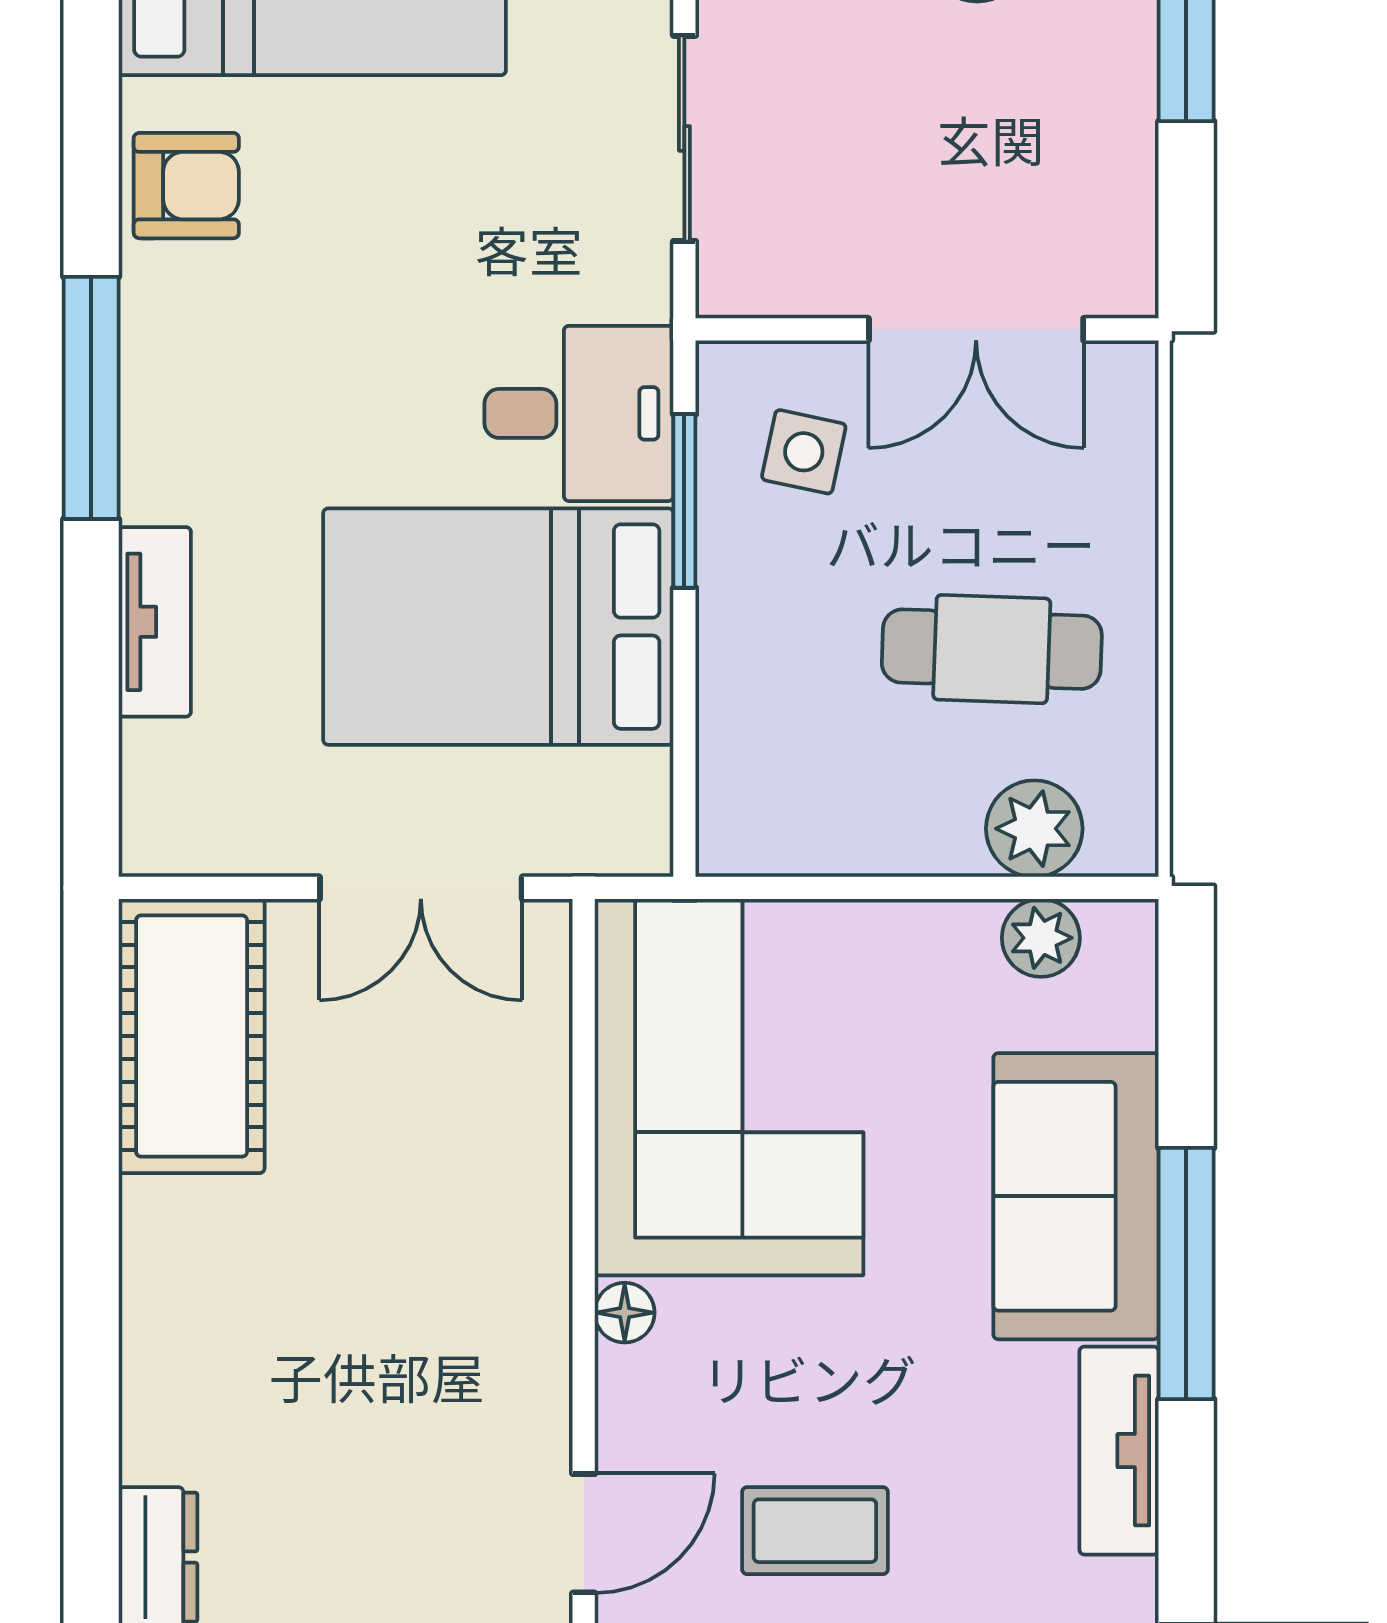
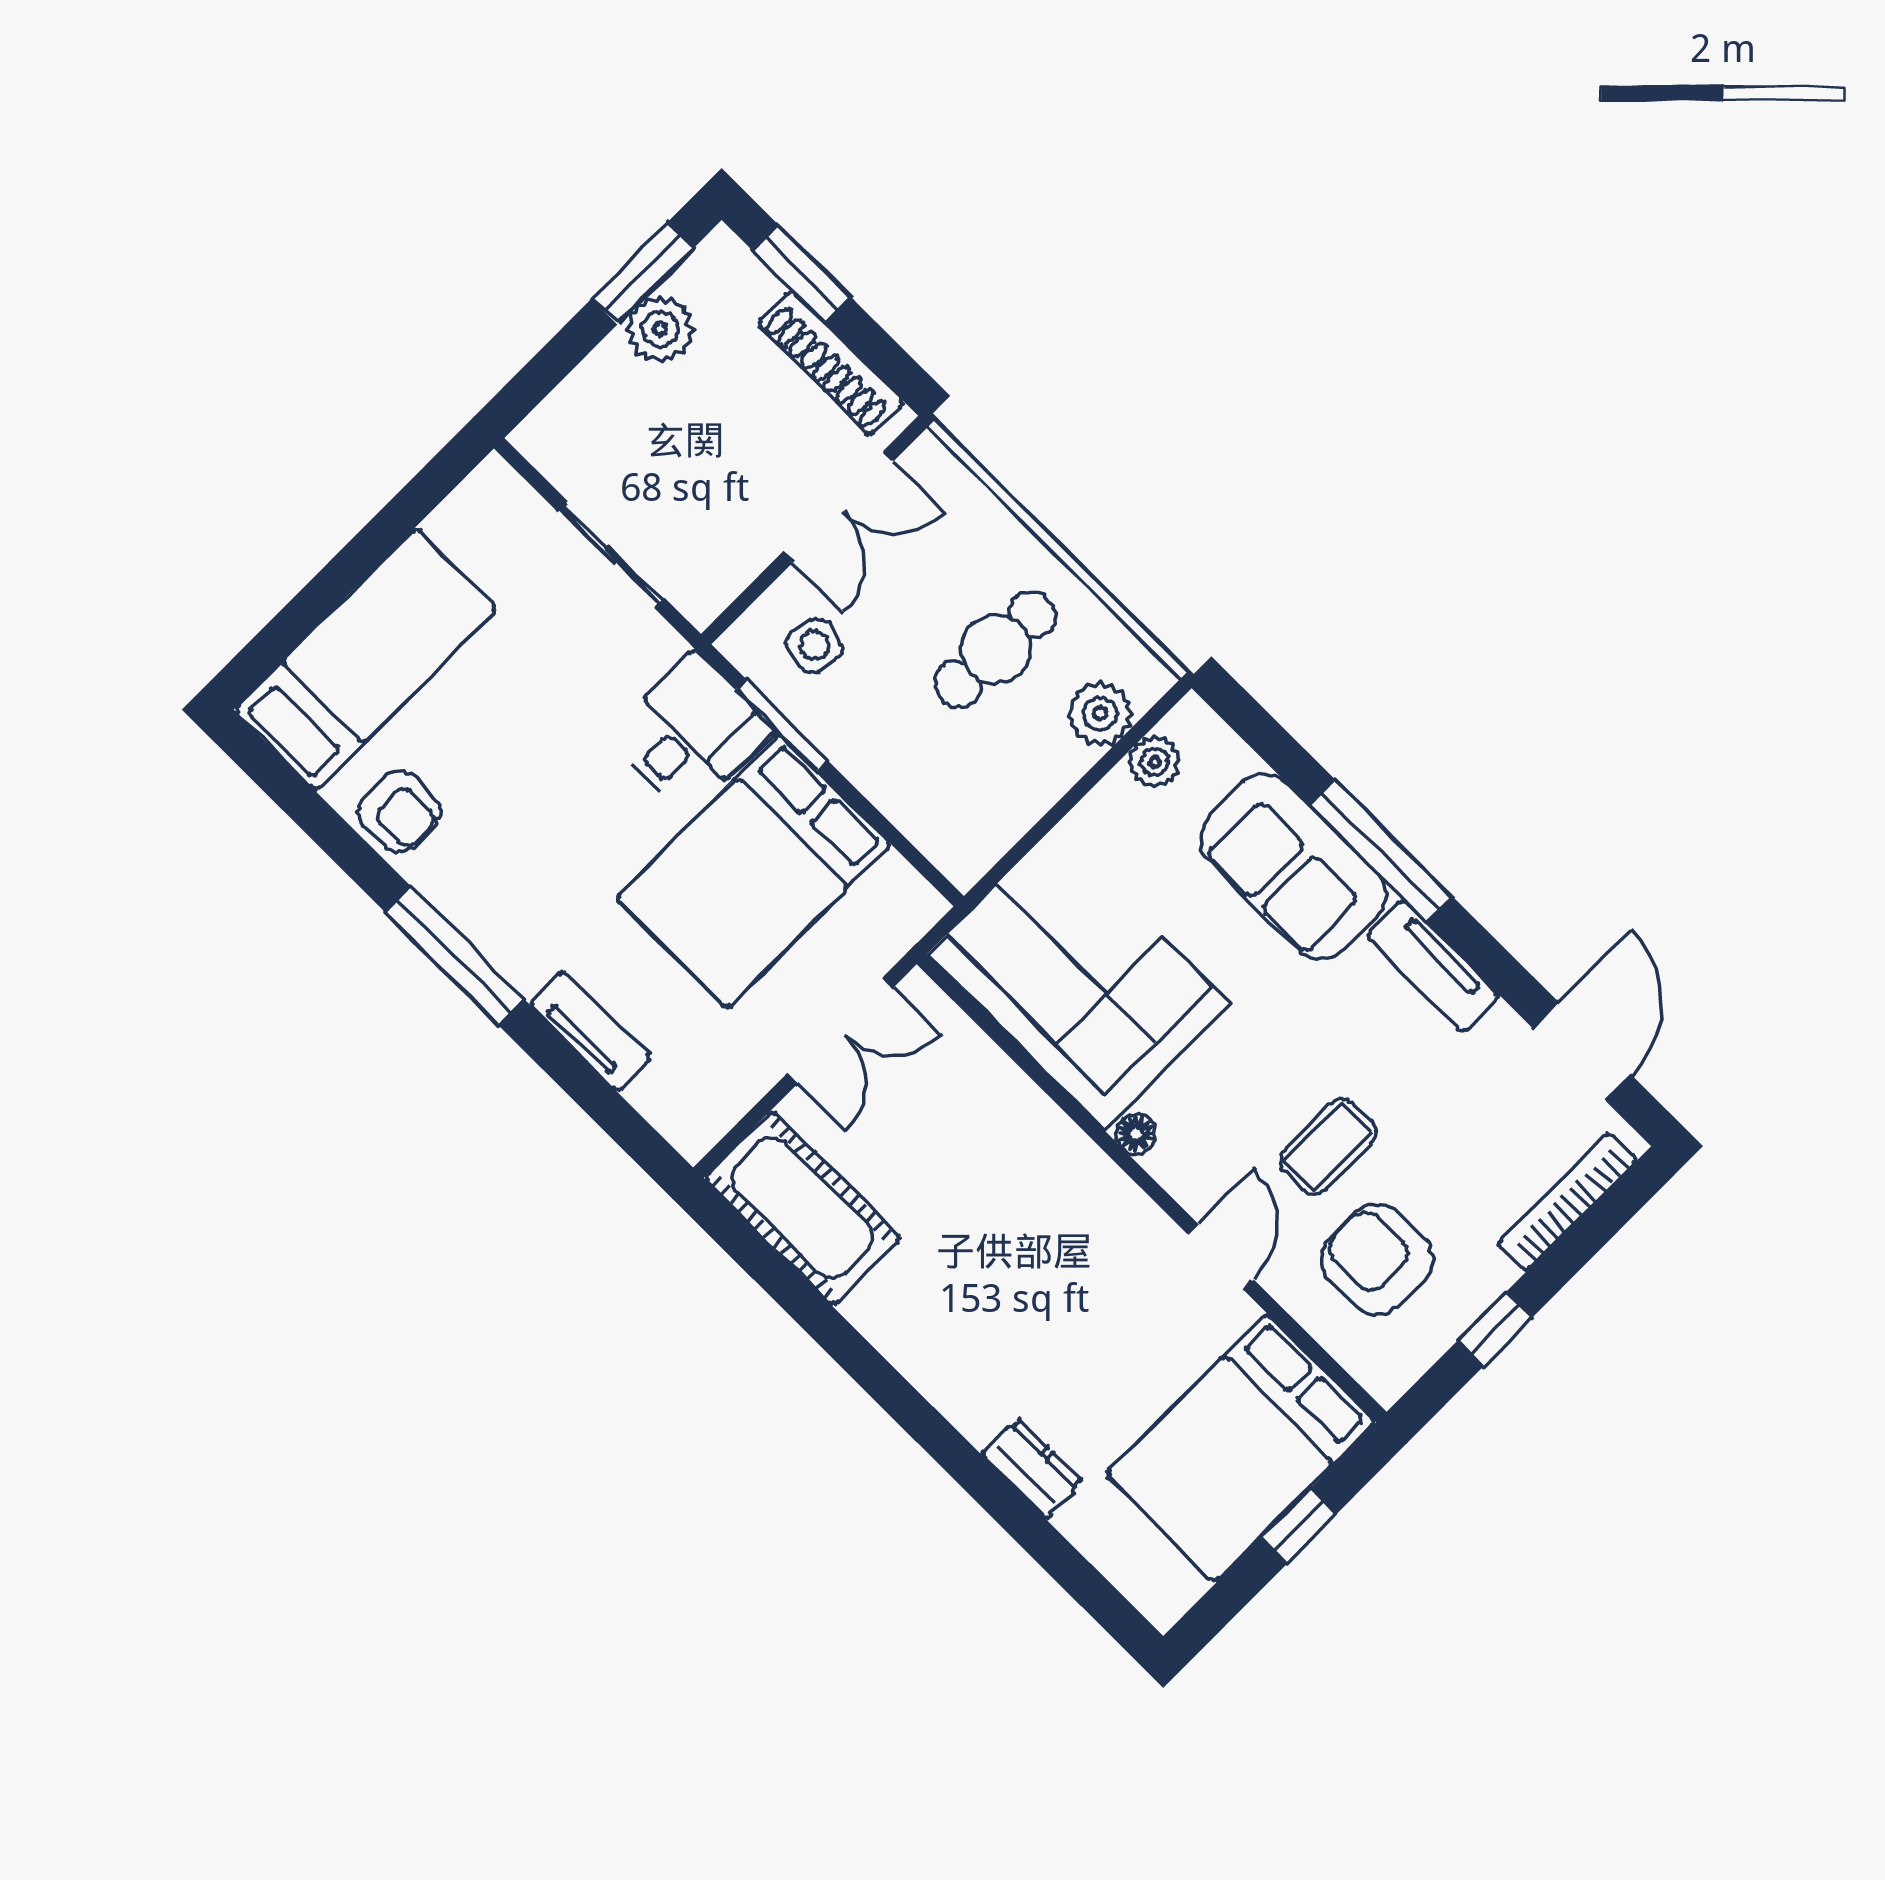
shoe rack: (1121, 169) -> (830, 363), added
armchair: (186, 186) -> (399, 811), turned 90

